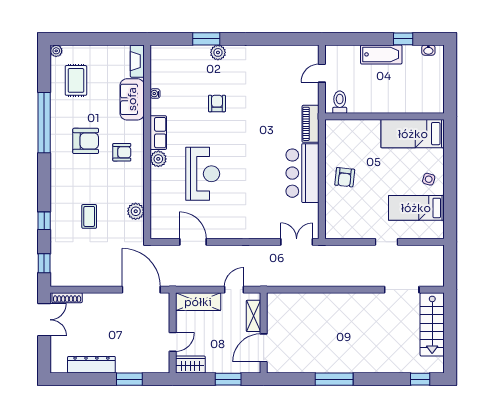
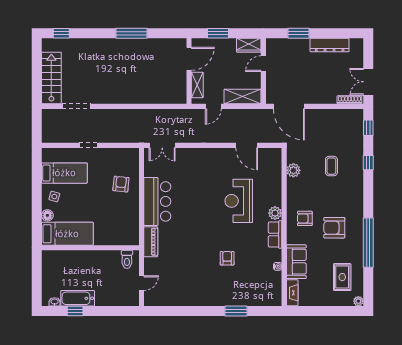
plant: (218, 52) -> (226, 300), removed
bathtub: (381, 54) -> (78, 298), moved
armchair: (217, 104) -> (227, 258), turned 180
floor lamp: (437, 156) -> (47, 215), added
armchair: (345, 177) -> (121, 184), moved

